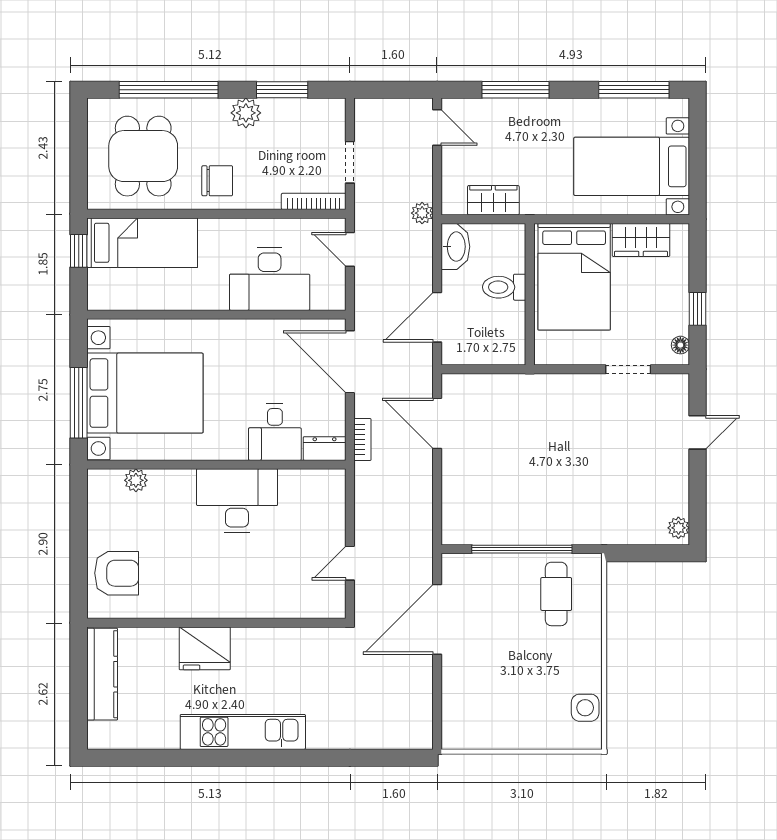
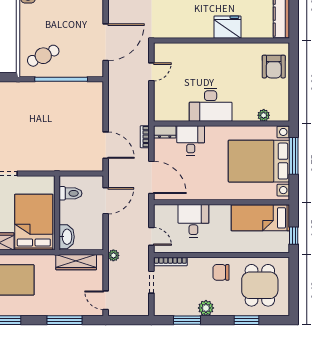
window: (169, 90) -> (246, 320), width x0.47
wardrobe: (493, 200) -> (76, 262), width x1.50
bed: (142, 243) -> (260, 218), moved
washbasin: (455, 247) -> (67, 237), moved, turned 180
desk: (270, 279) -> (193, 221), width x0.73
toilet: (504, 287) -> (70, 193), moved
armchair: (117, 573) -> (274, 67), turned -90
cafe table: (556, 594) -> (43, 56), turned 64

